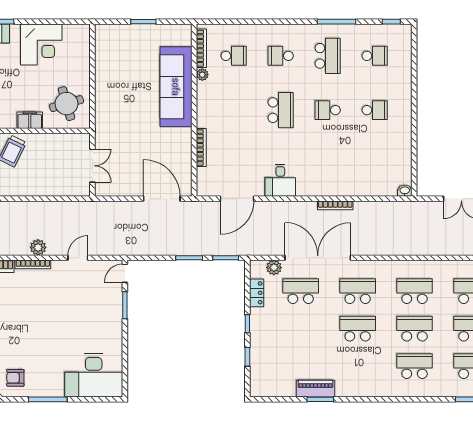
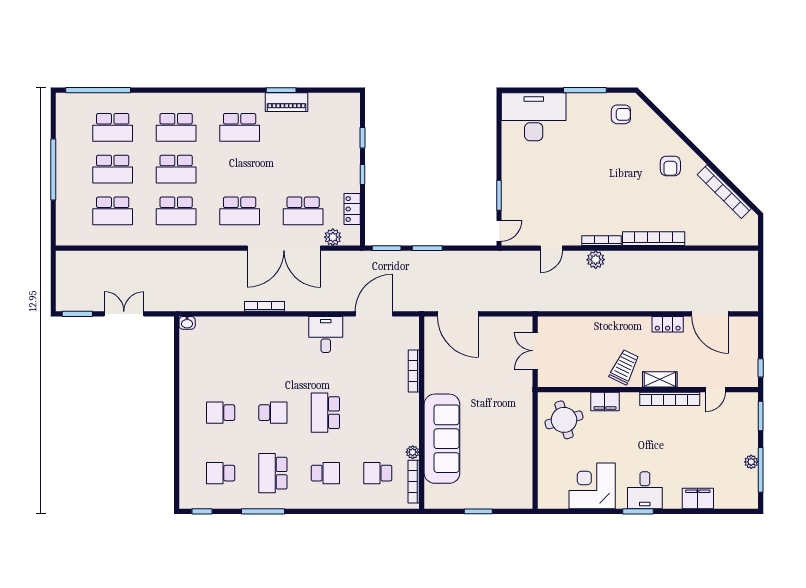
school desk: (358, 329) -> (240, 127), moved

